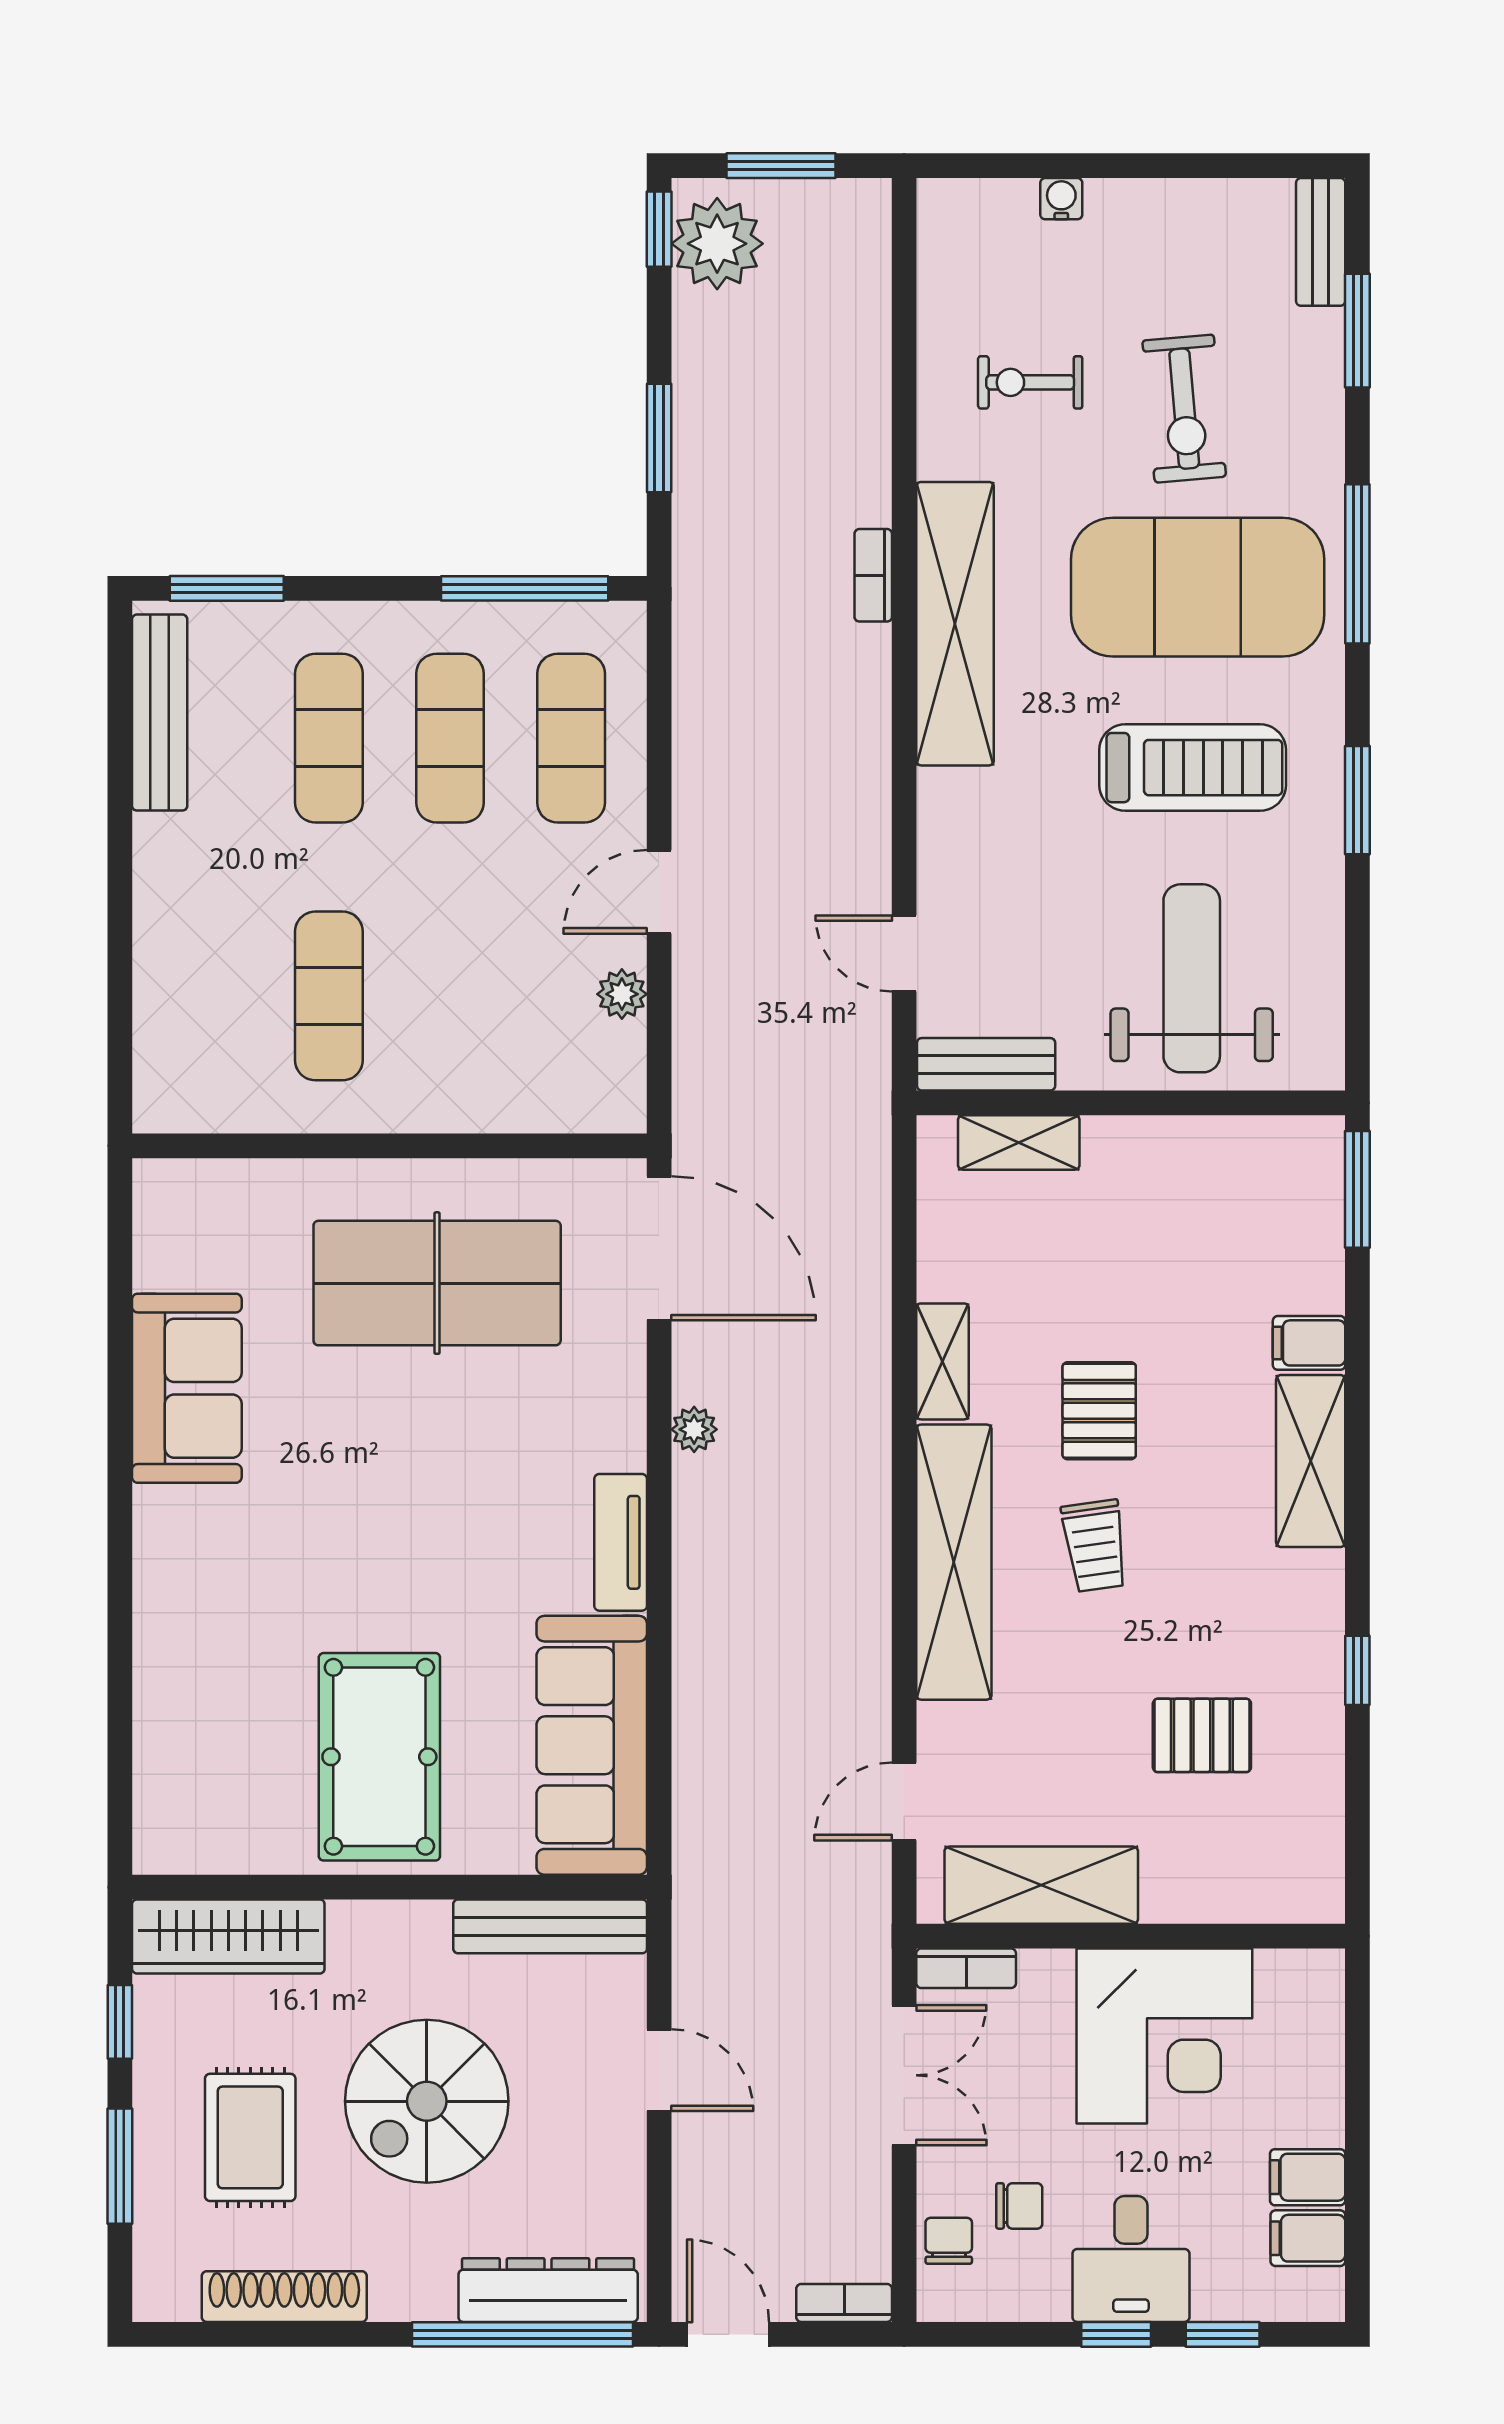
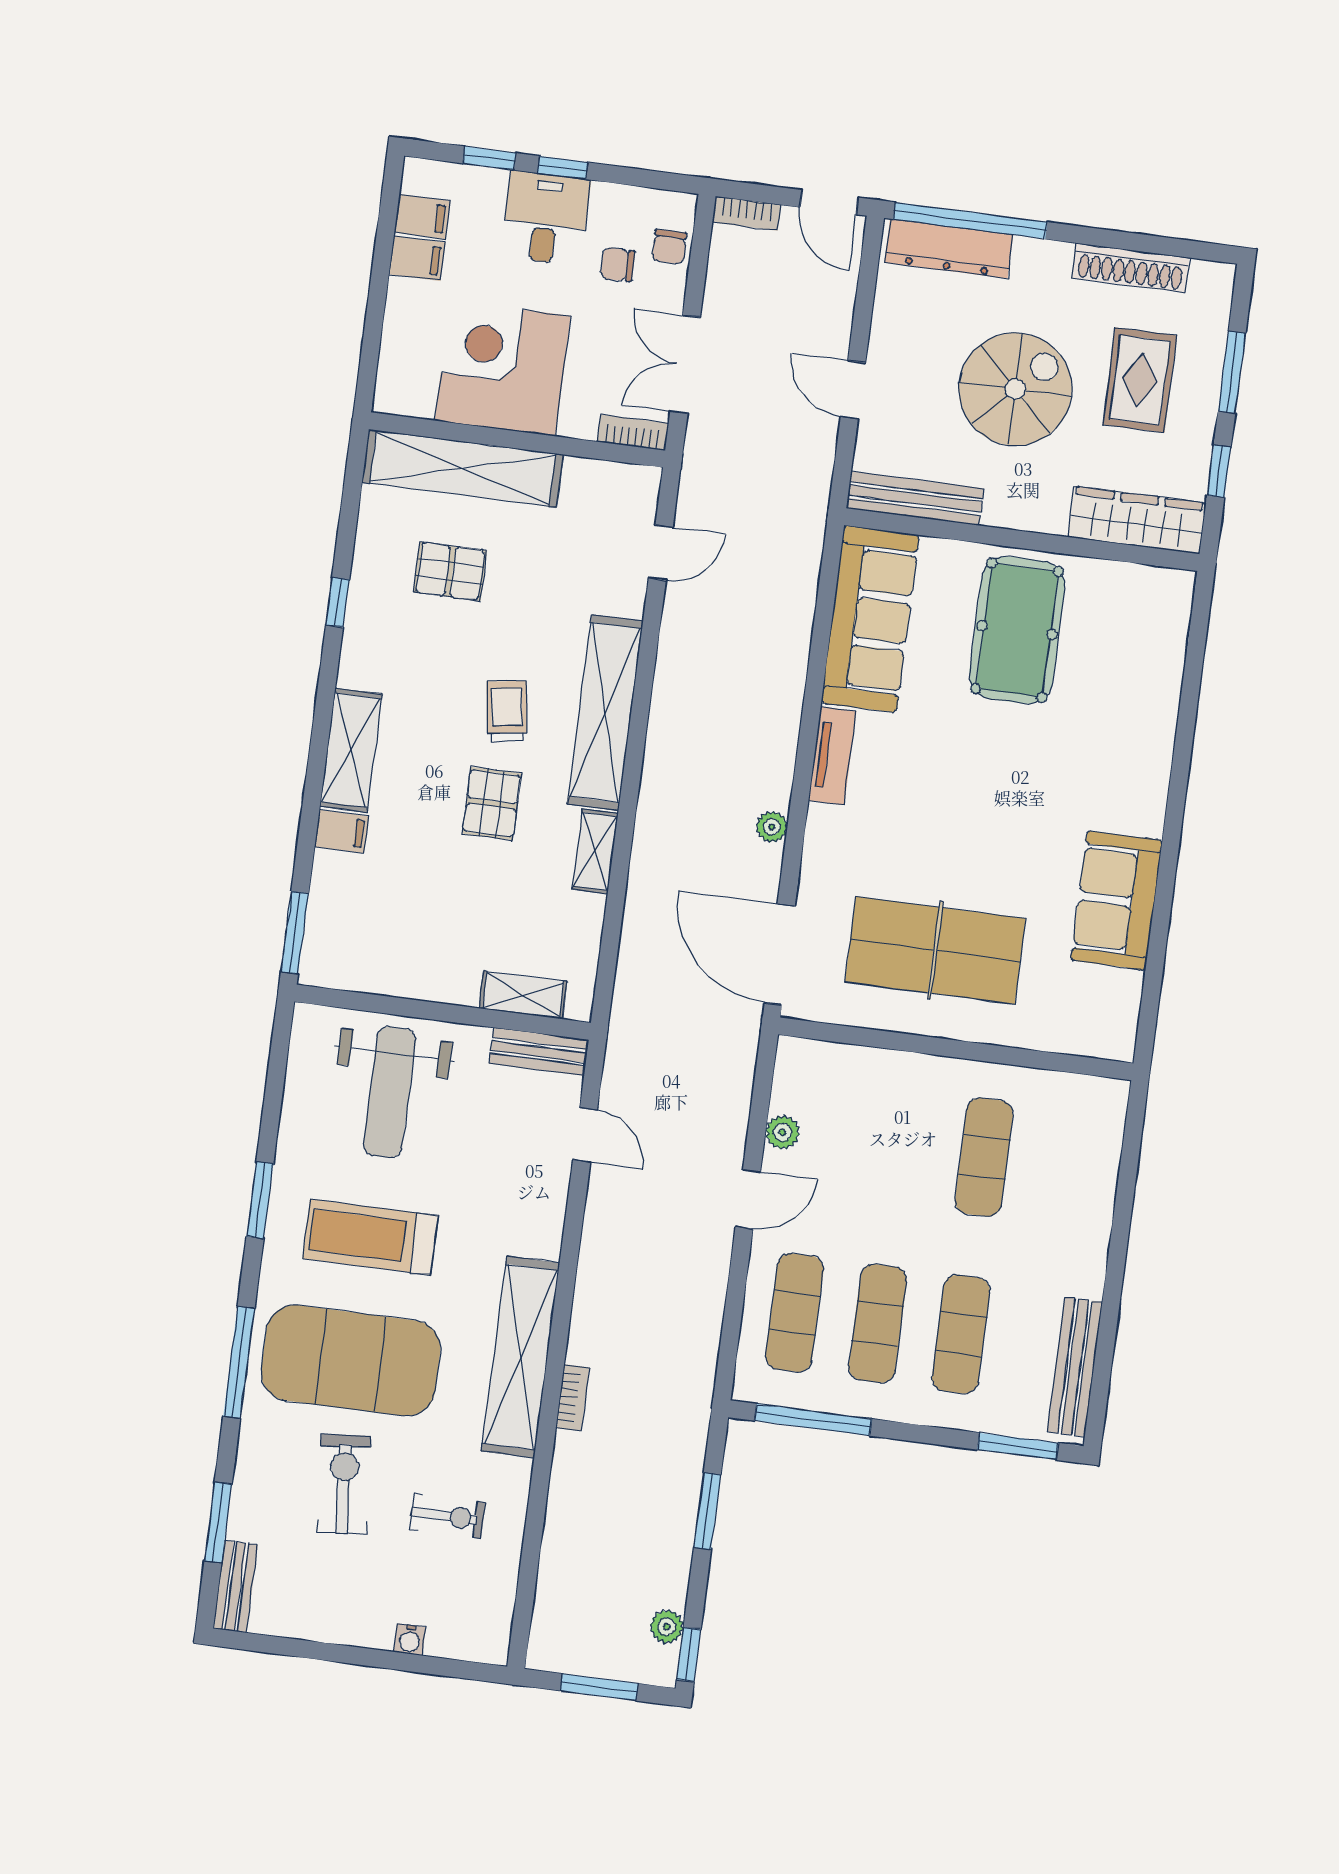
plant: (717, 244) -> (667, 1627), width x0.53, depth x0.53
shelving: (1041, 1885) -> (463, 468), moved, width x1.47

